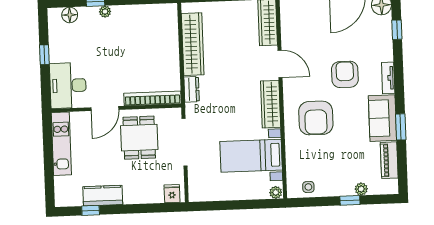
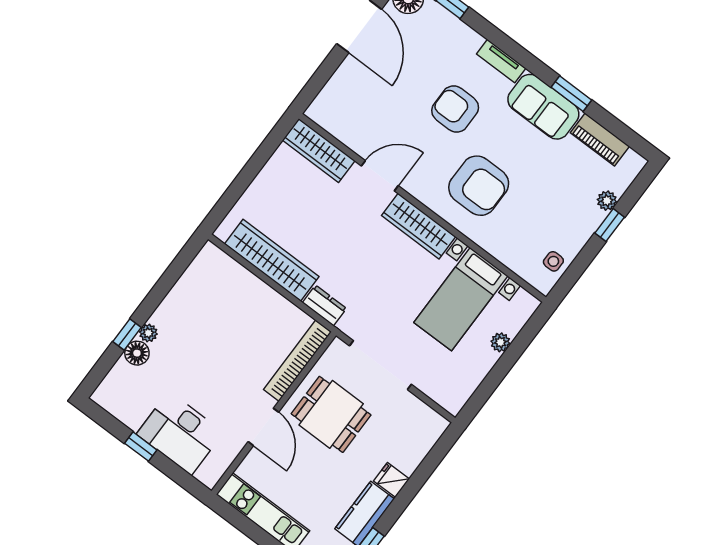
floor lamp: (70, 15) -> (137, 353), moved
desk: (68, 85) -> (180, 433), moved
plant: (276, 192) -> (500, 342), moved
fridge: (172, 194) -> (391, 480), moved

